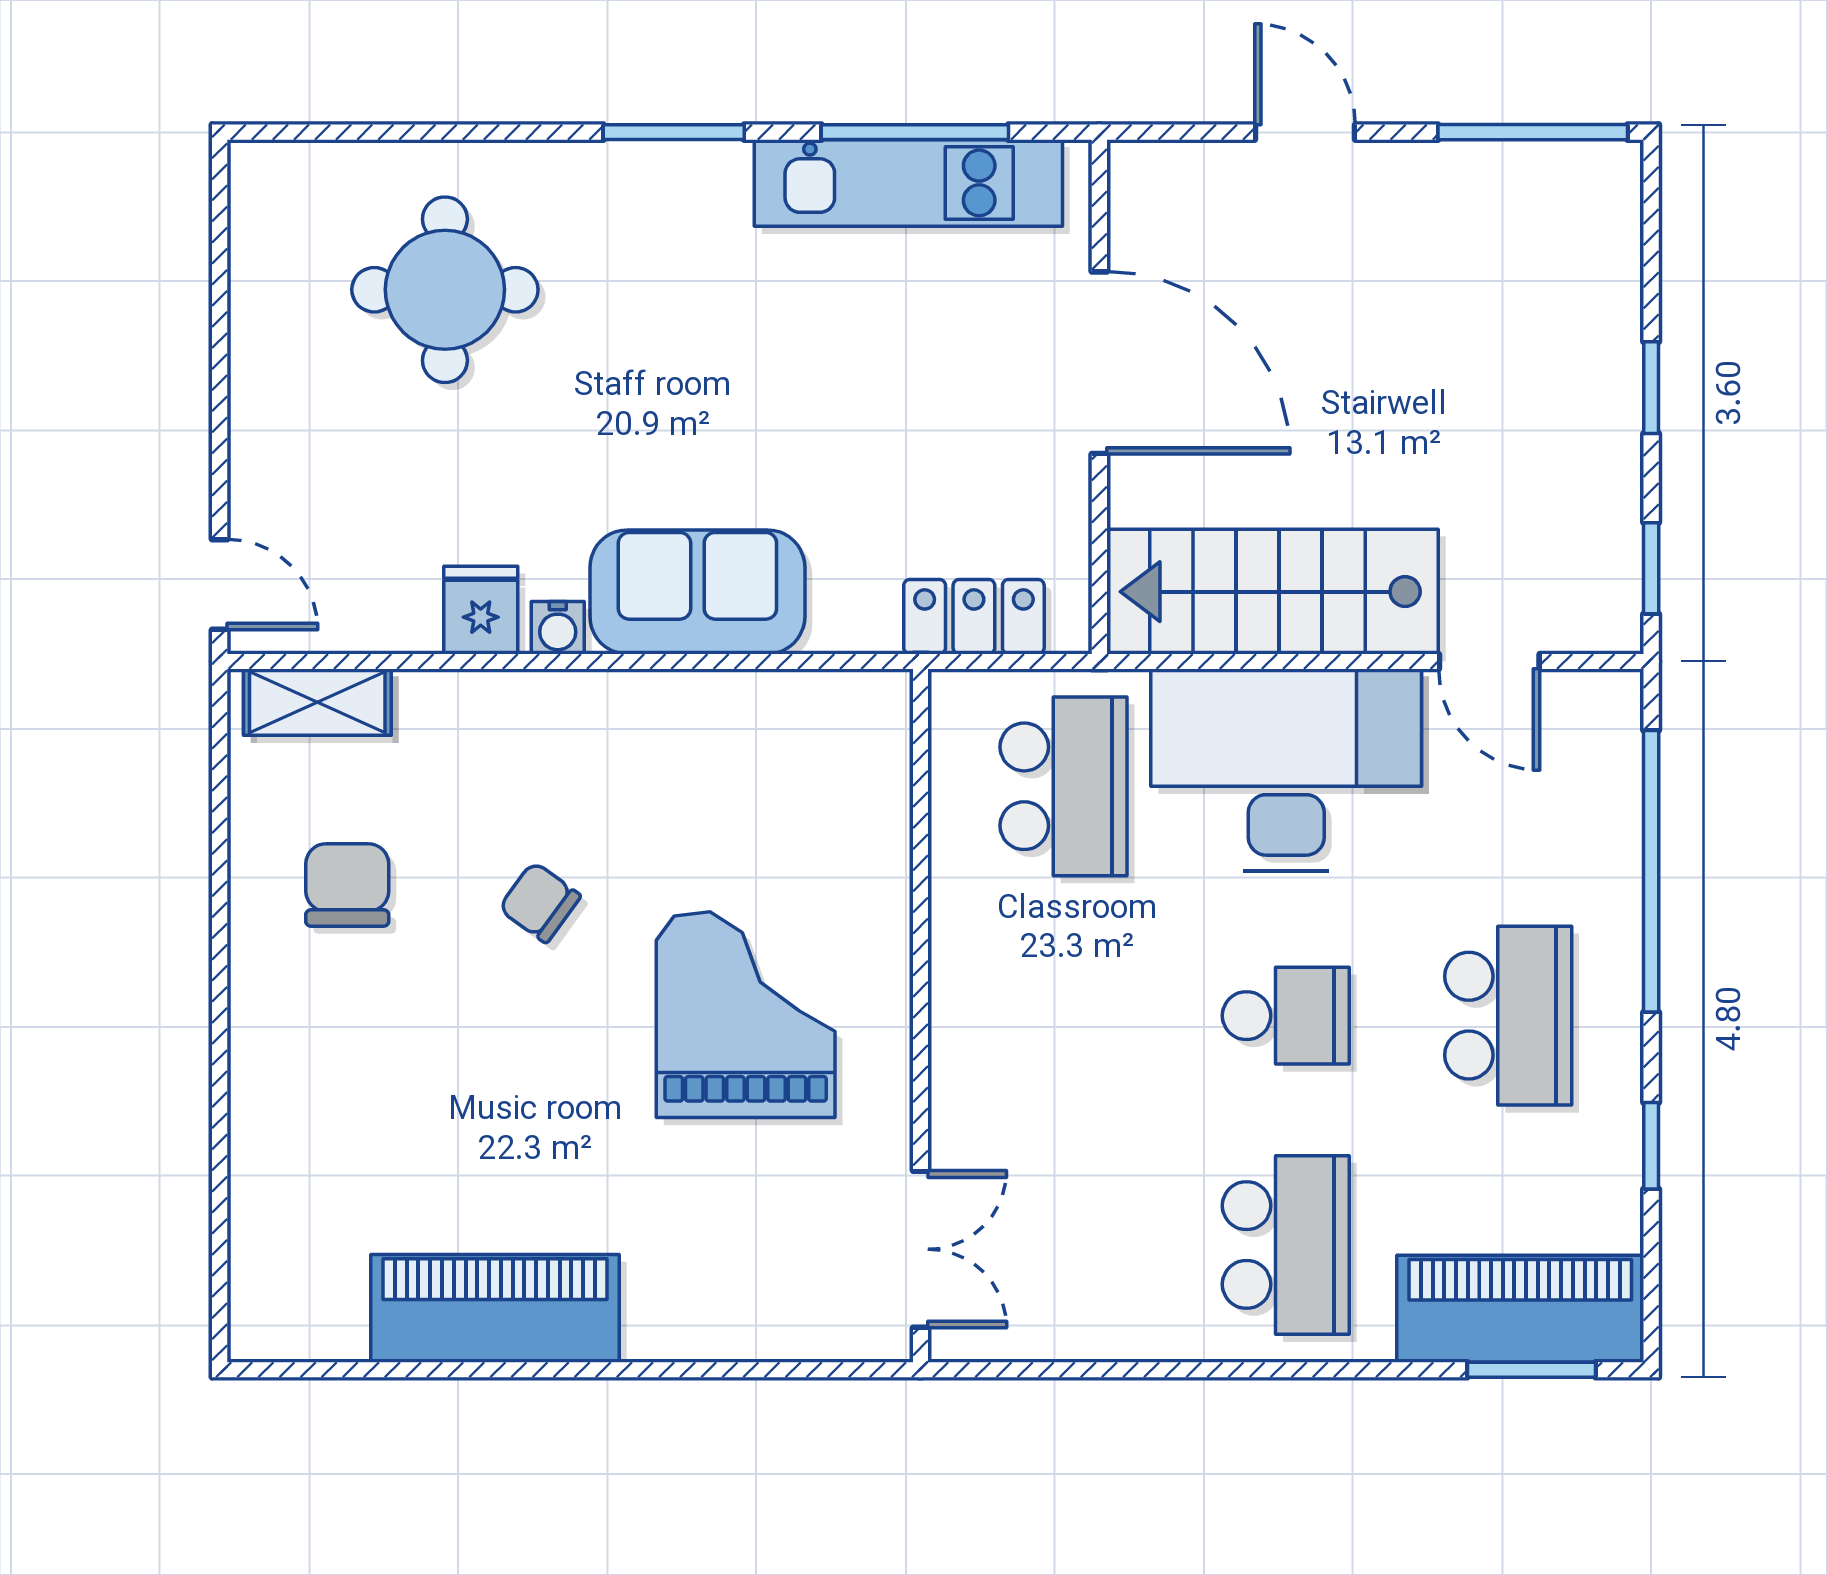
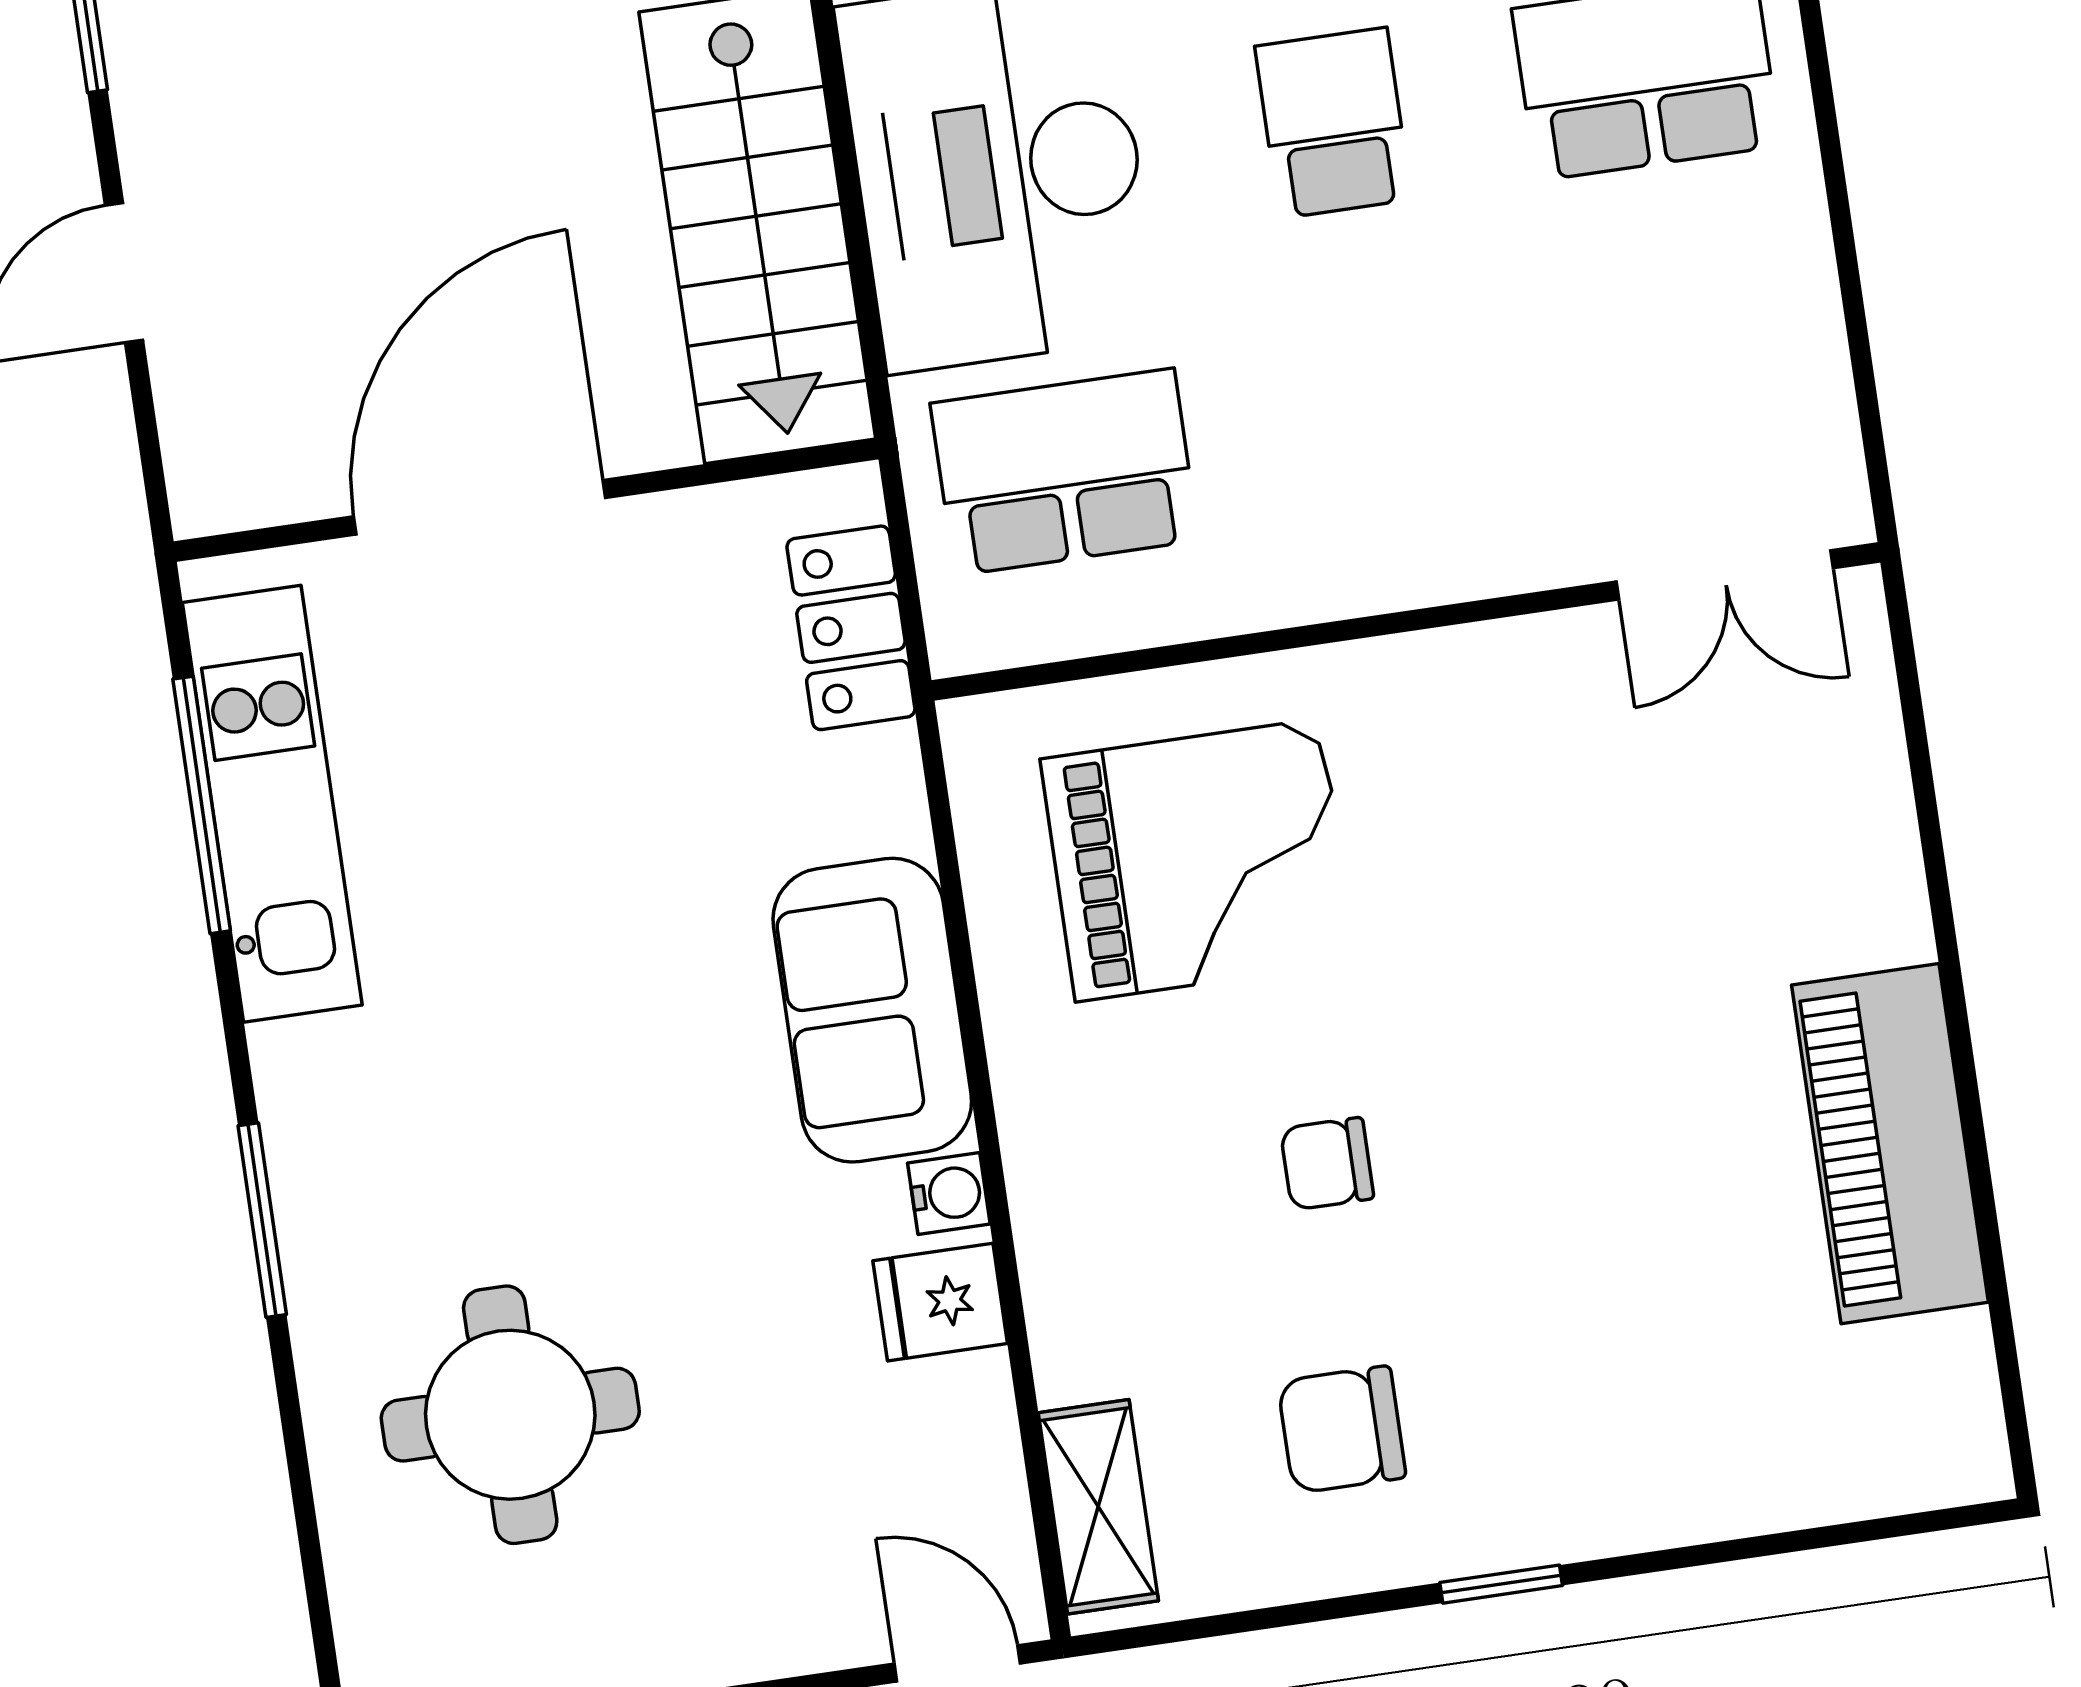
window: (674, 132) -> (262, 1220), moved
door: (220, 585) -> (957, 1663), hinge flipped
chair: (540, 902) -> (1327, 1164), turned 54
window: (220, 983) -> (1501, 1584), added
grand piano: (746, 1015) -> (1198, 860), moved, turned 180
double door: (920, 1249) -> (1725, 575), swing flipped

